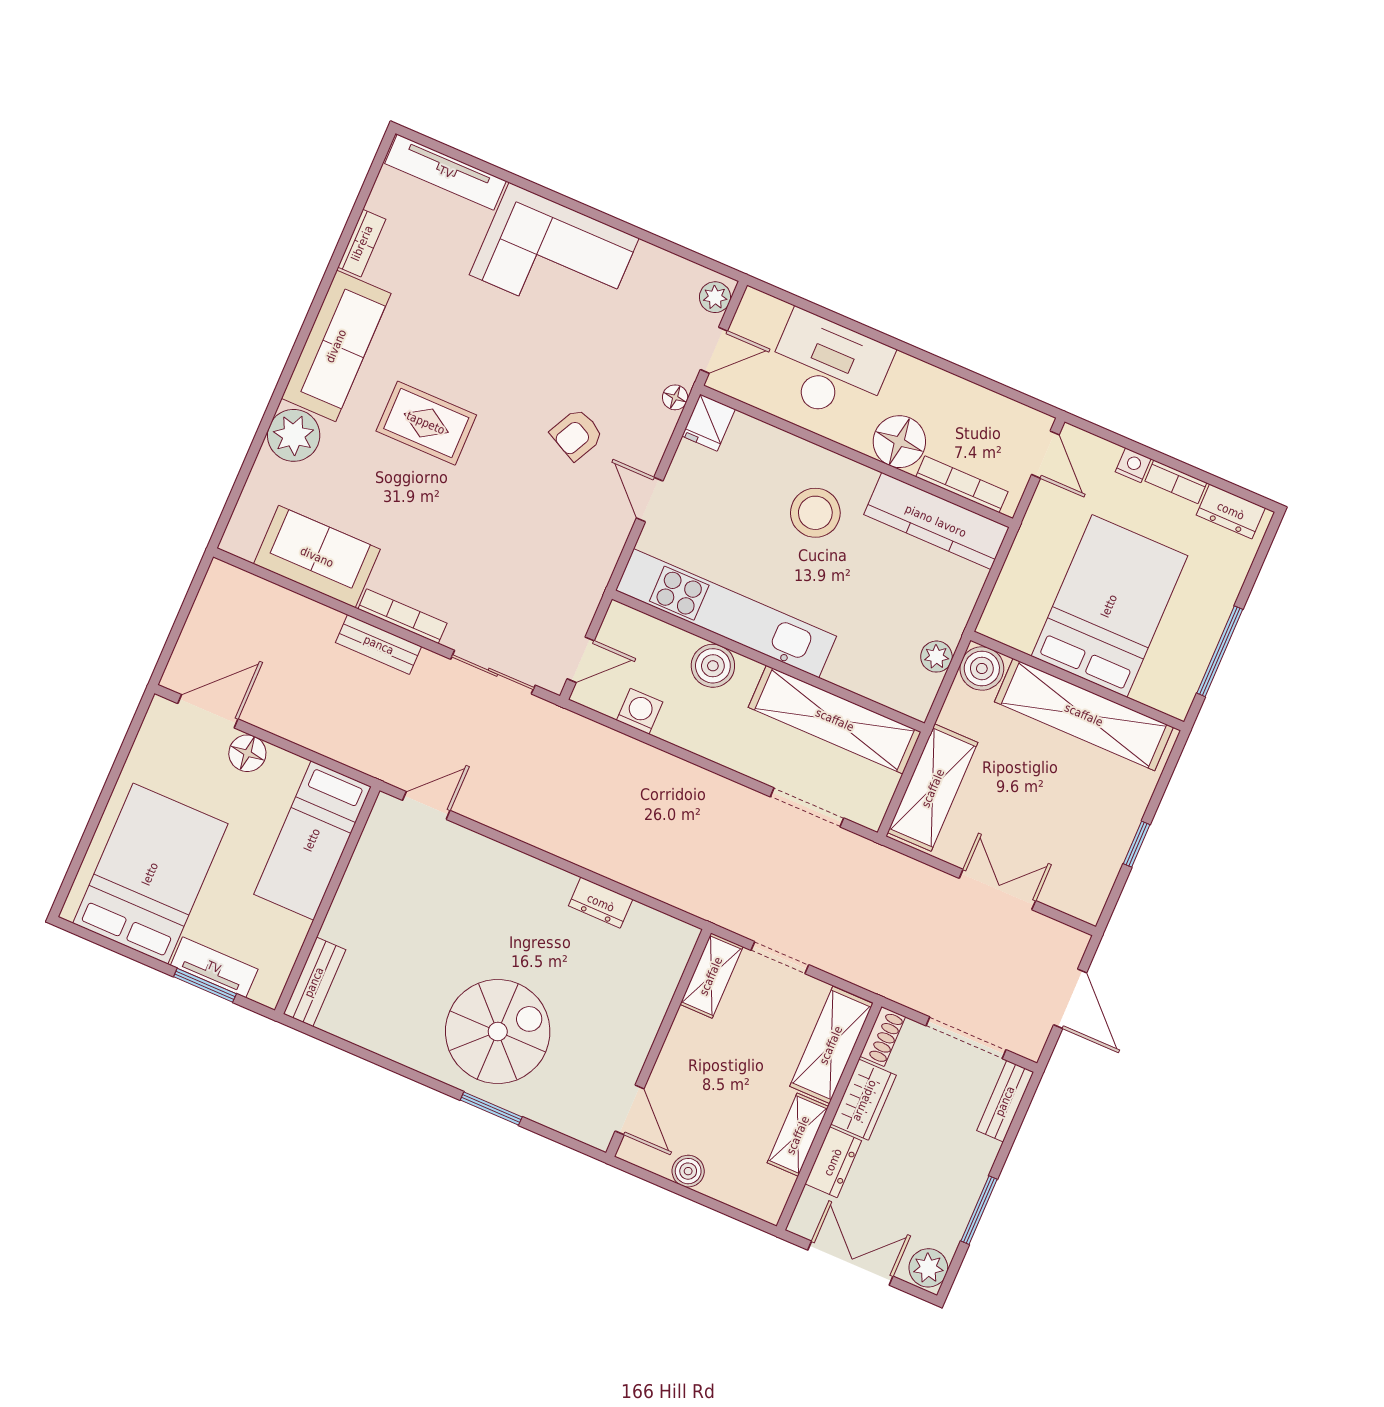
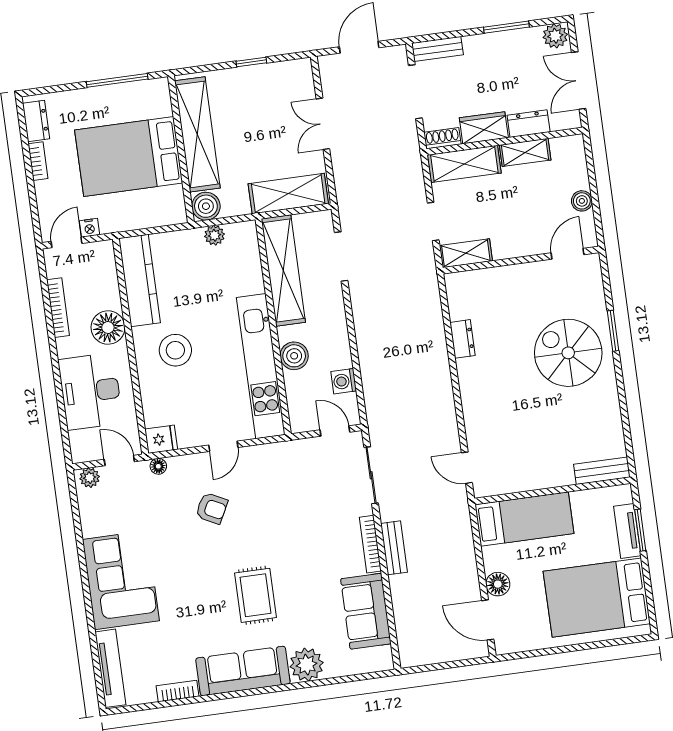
nightstand: (1133, 465) -> (89, 228), moved, turned -90
bookcase: (962, 484) -> (58, 308), moved, turned 180

